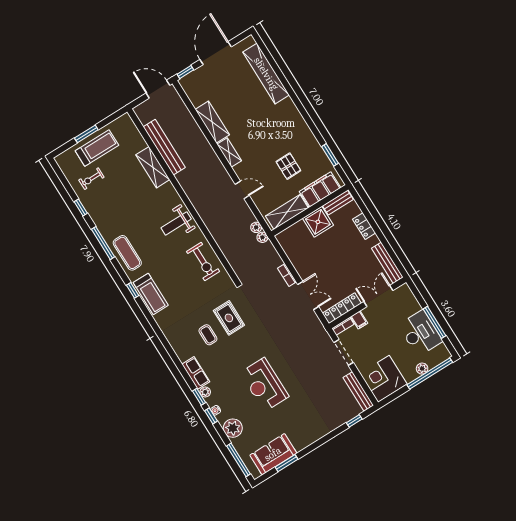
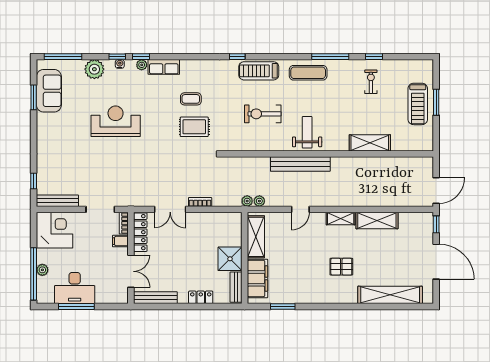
bench: (164, 147) -> (300, 164), moved
pallet: (288, 166) -> (341, 267), moved
exercise bike: (91, 179) -> (371, 82), moved
exercise bike: (203, 262) -> (263, 114), moved
window: (133, 290) -> (237, 57), moved

